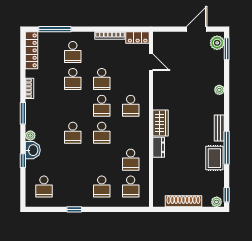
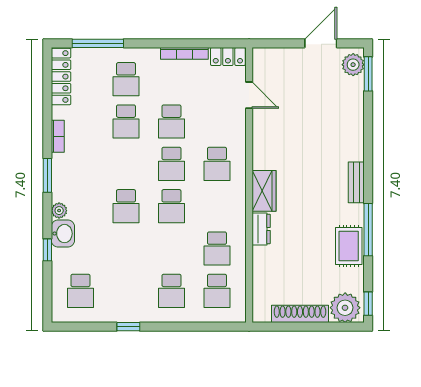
plant: (219, 90) -> (356, 139), removed
bench: (219, 128) -> (356, 182), moved
plant: (217, 202) -> (345, 308), width x1.88, depth x1.88

